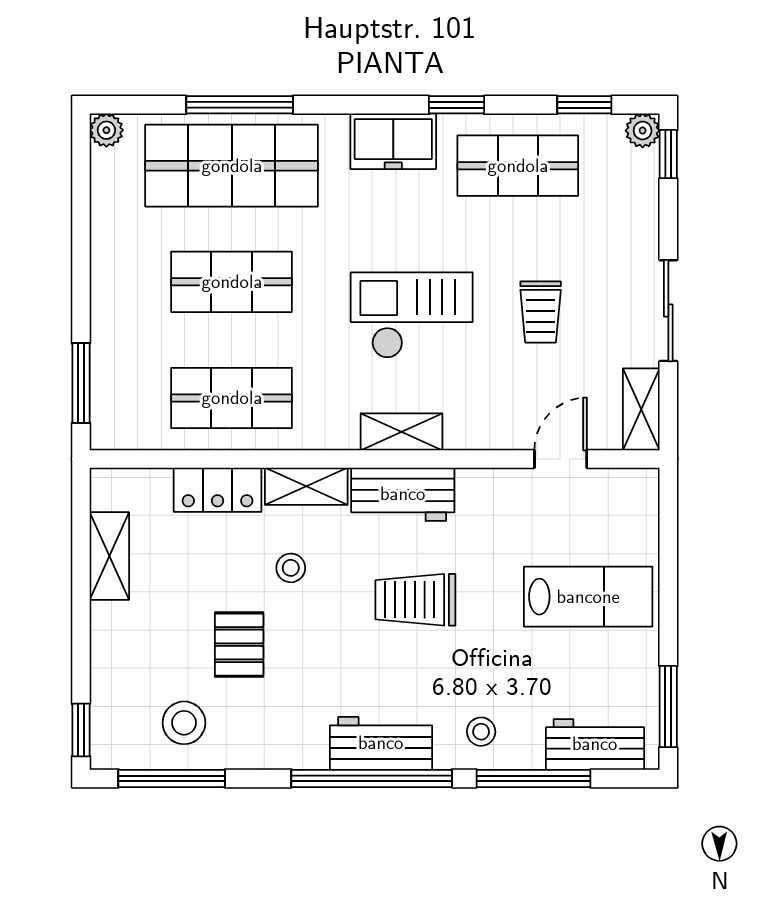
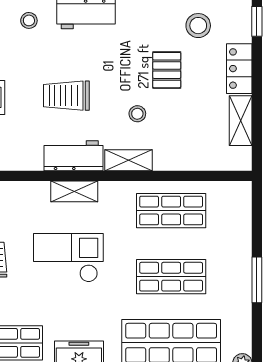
checkout: (412, 315) -> (68, 258), turned 180
window: (81, 383) -> (257, 280), moved
locker: (218, 490) -> (239, 69), moved, turned -90
trolley: (415, 600) -> (66, 96), turned 180

